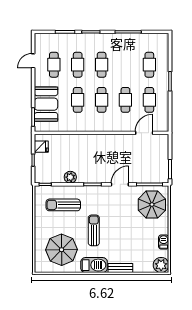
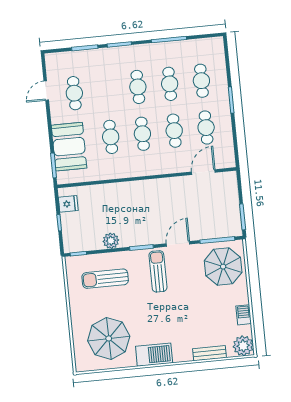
cafe table: (78, 65) -> (170, 84), moved
sun lounger: (94, 230) -> (158, 271), moved
bench: (120, 268) -> (210, 353), moved

